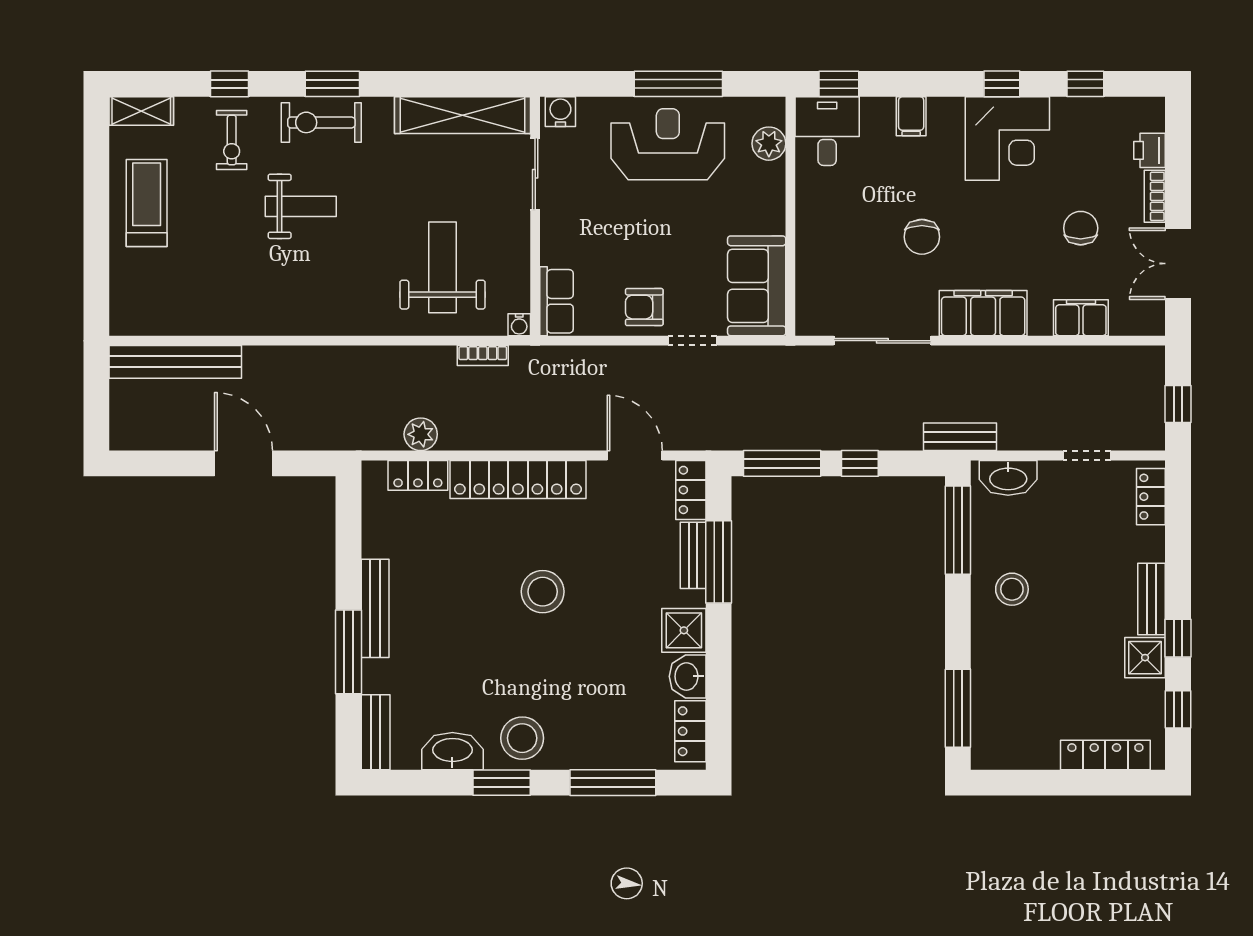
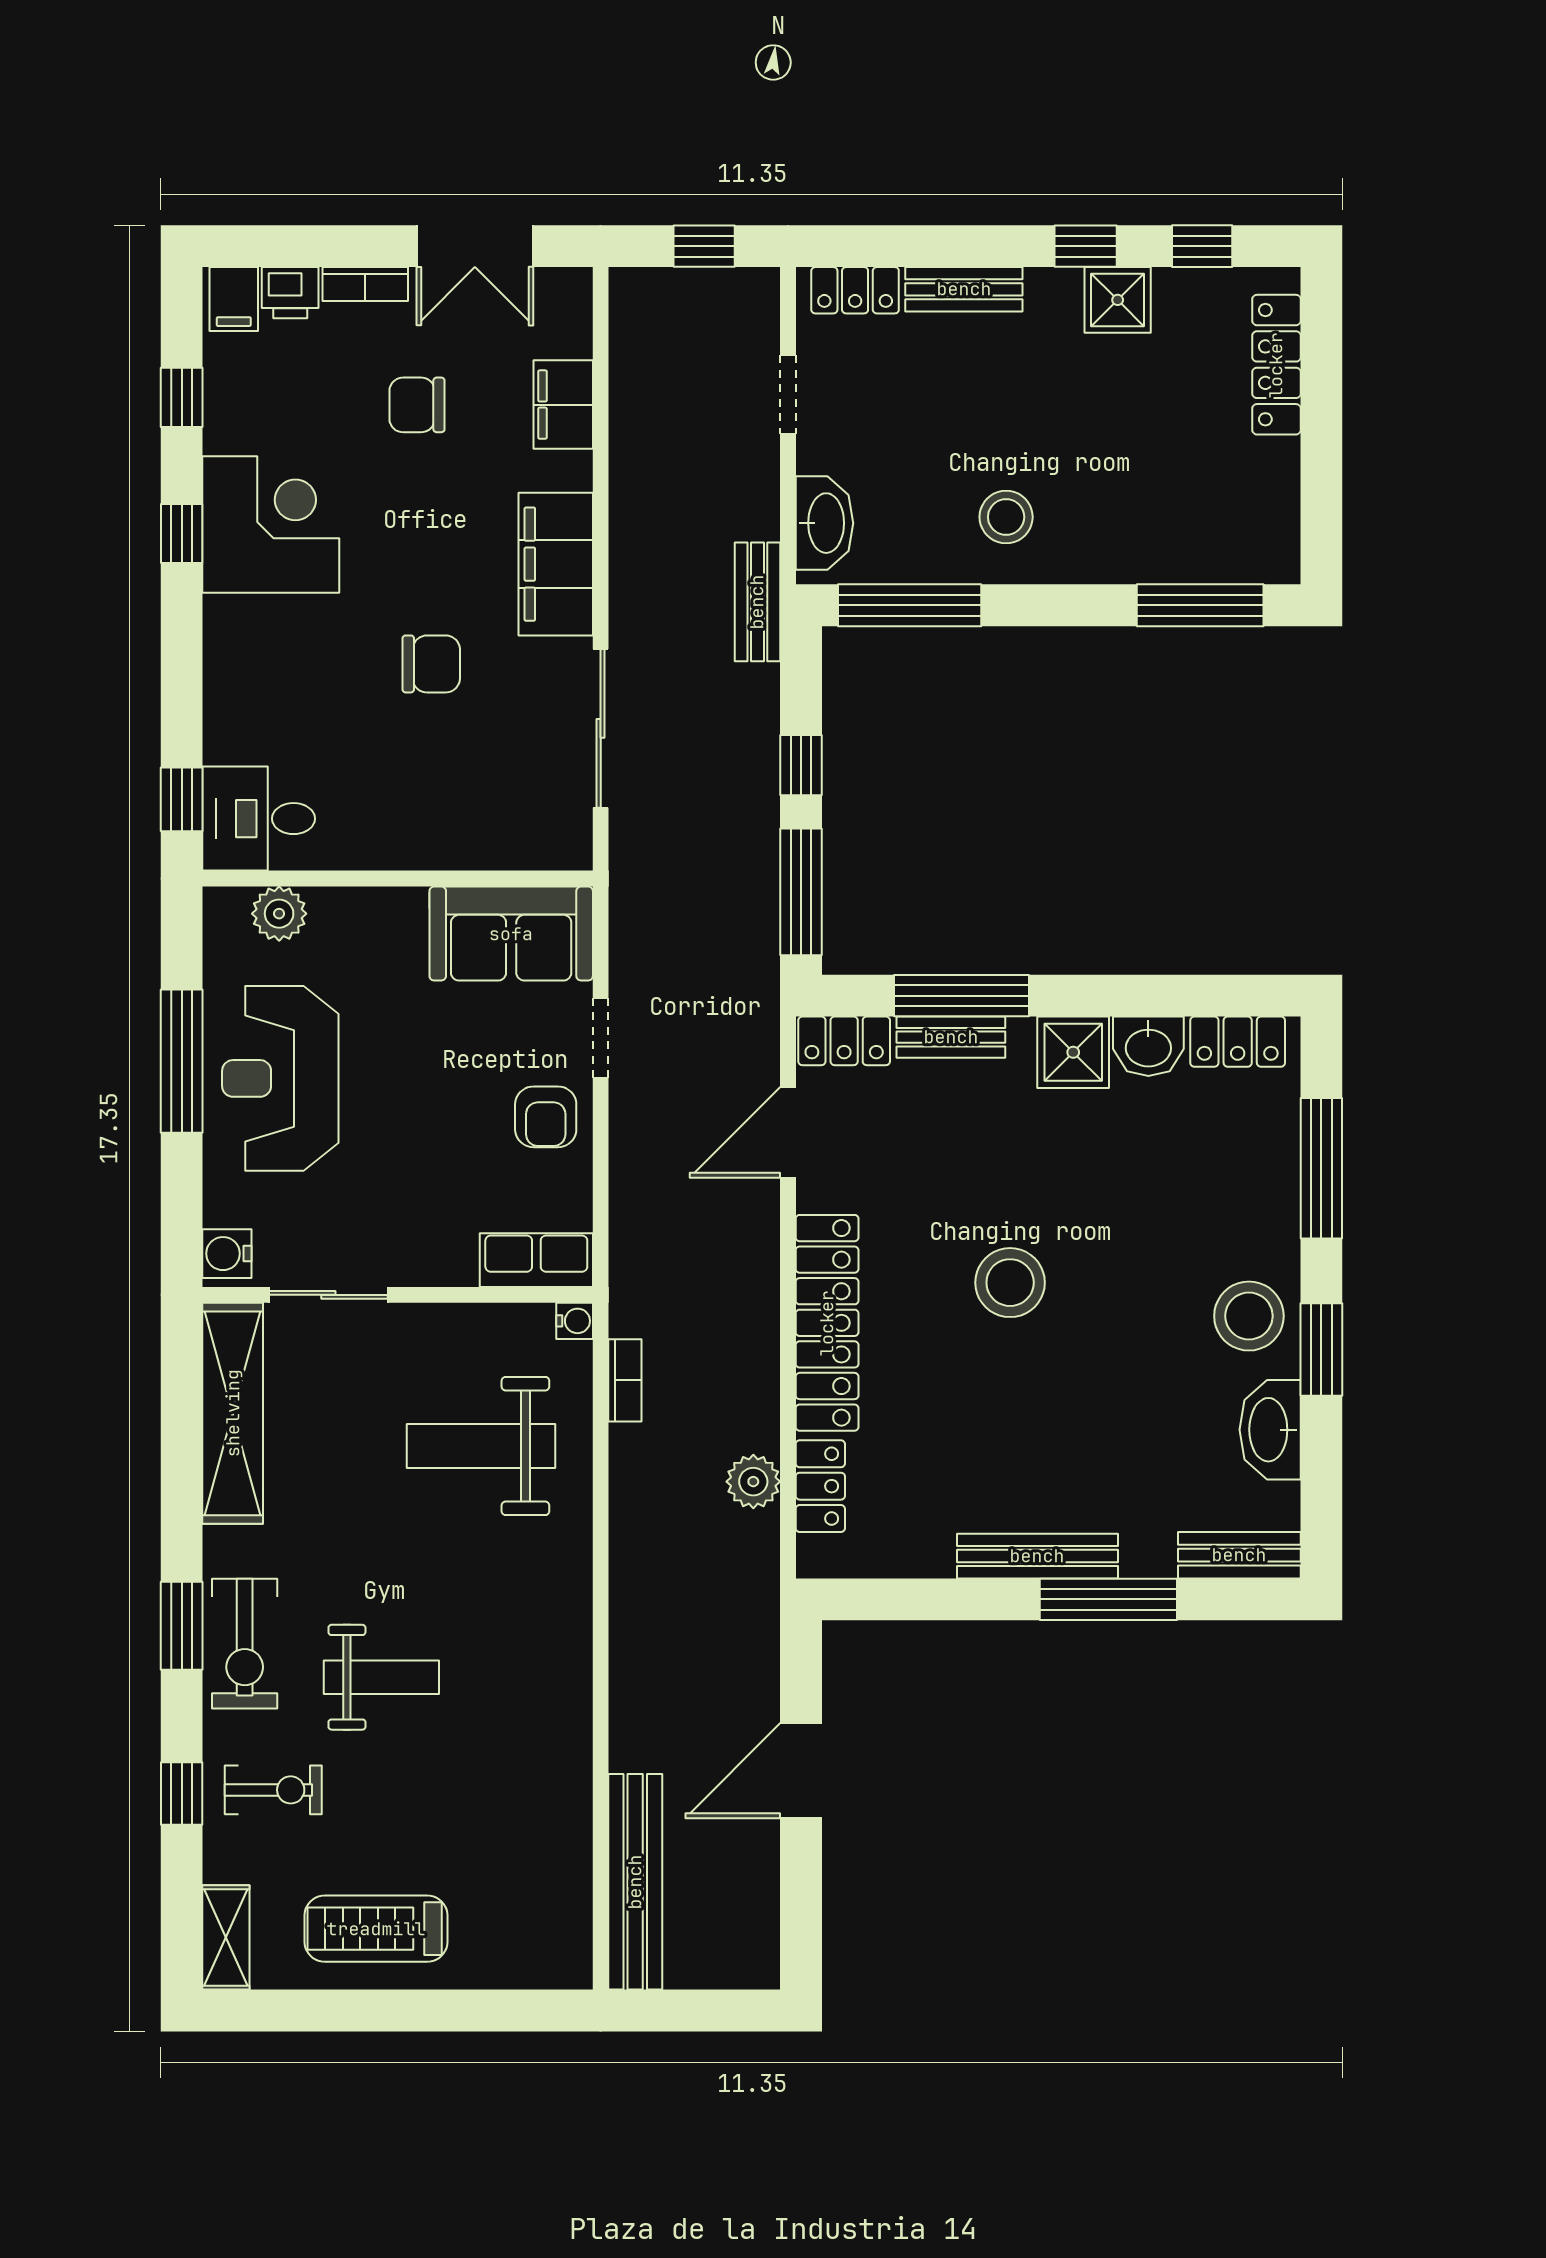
filing cabinet: (911, 116) -> (234, 299), moved, turned 90
weight bench: (301, 206) -> (381, 1677), turned 90
bench: (1152, 599) -> (964, 289), moved

